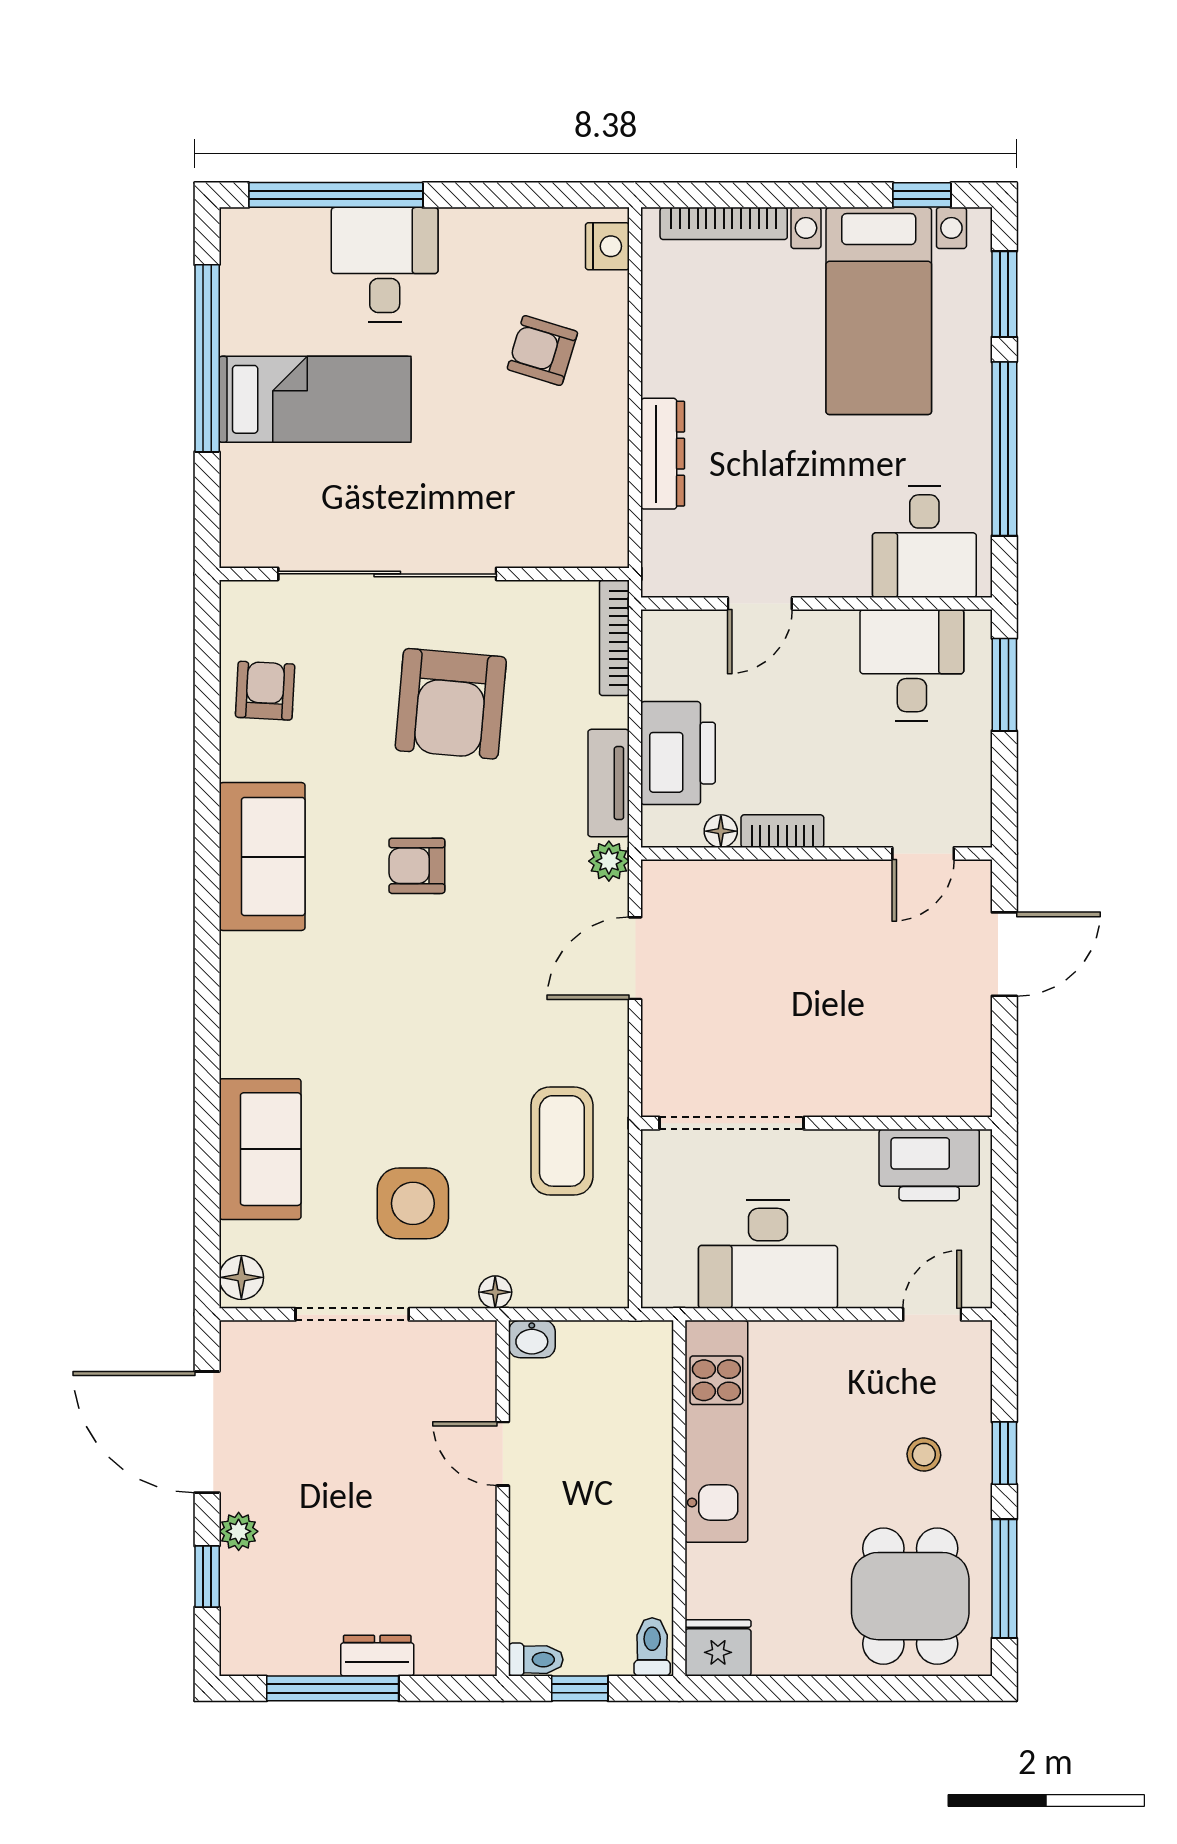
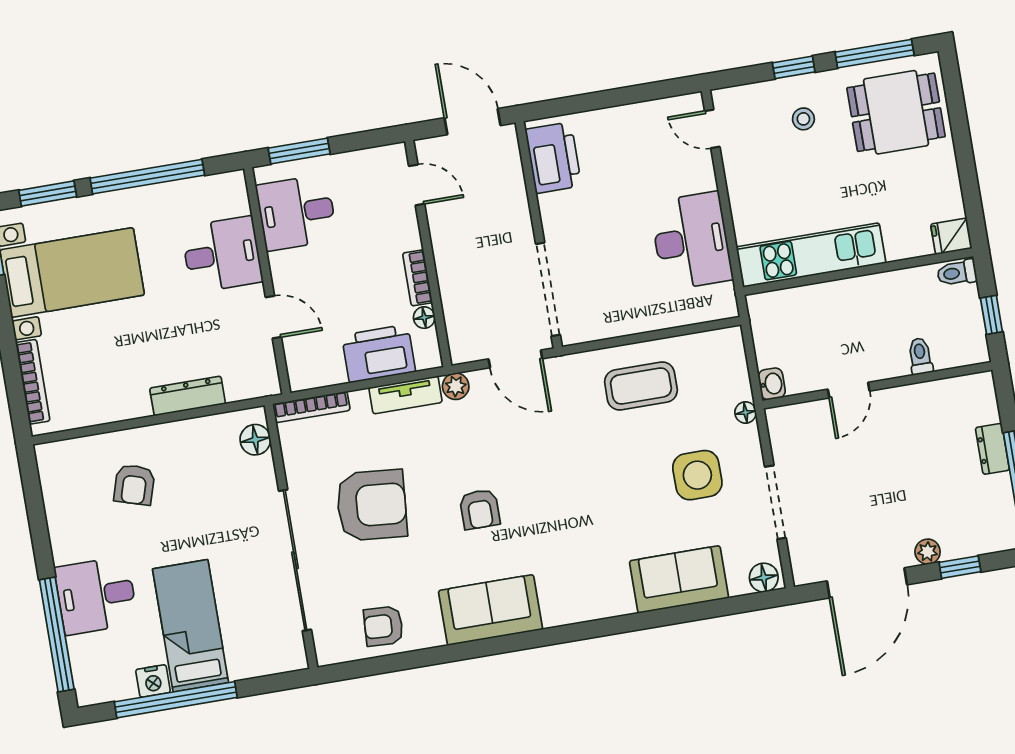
nightstand: (607, 246) -> (153, 681), moved, turned 180
desk: (924, 542) -> (222, 255), moved
floor lamp: (579, 545) -> (255, 440), added
doorway: (732, 1123) -> (548, 289), moved
wall: (816, 1123) -> (539, 235), moved
printer: (929, 1165) -> (553, 158), moved
fridge: (718, 1648) -> (951, 236), width x0.72
toilet: (536, 1660) -> (920, 356), moved

